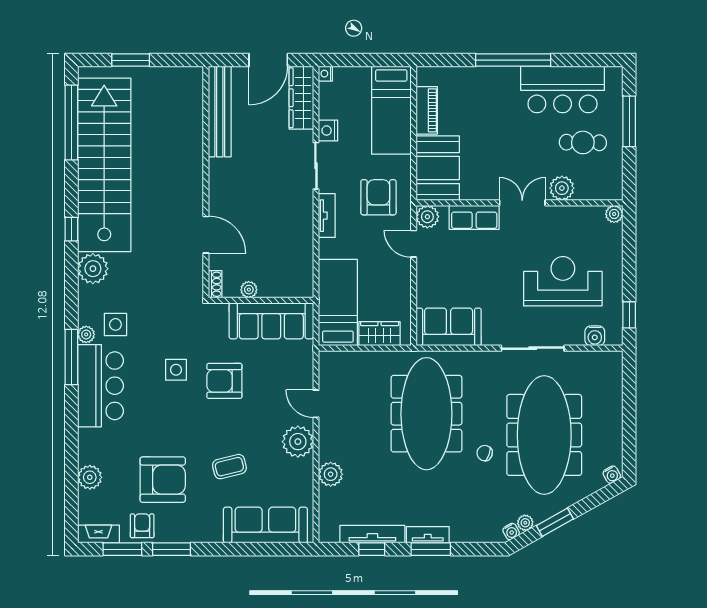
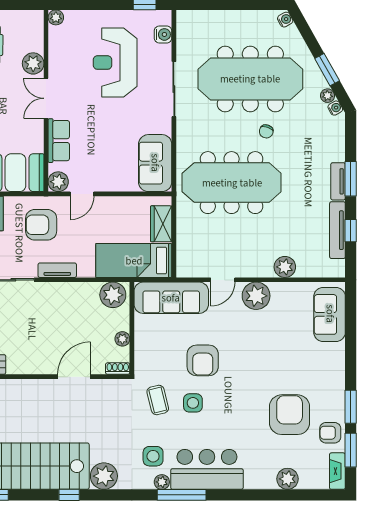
plant: (299, 279) -> (113, 295), added
sofa: (271, 321) -> (171, 298), moved, turned 90
coffee table: (229, 467) -> (158, 400), moved
sofa: (265, 525) -> (330, 314), width x0.73

